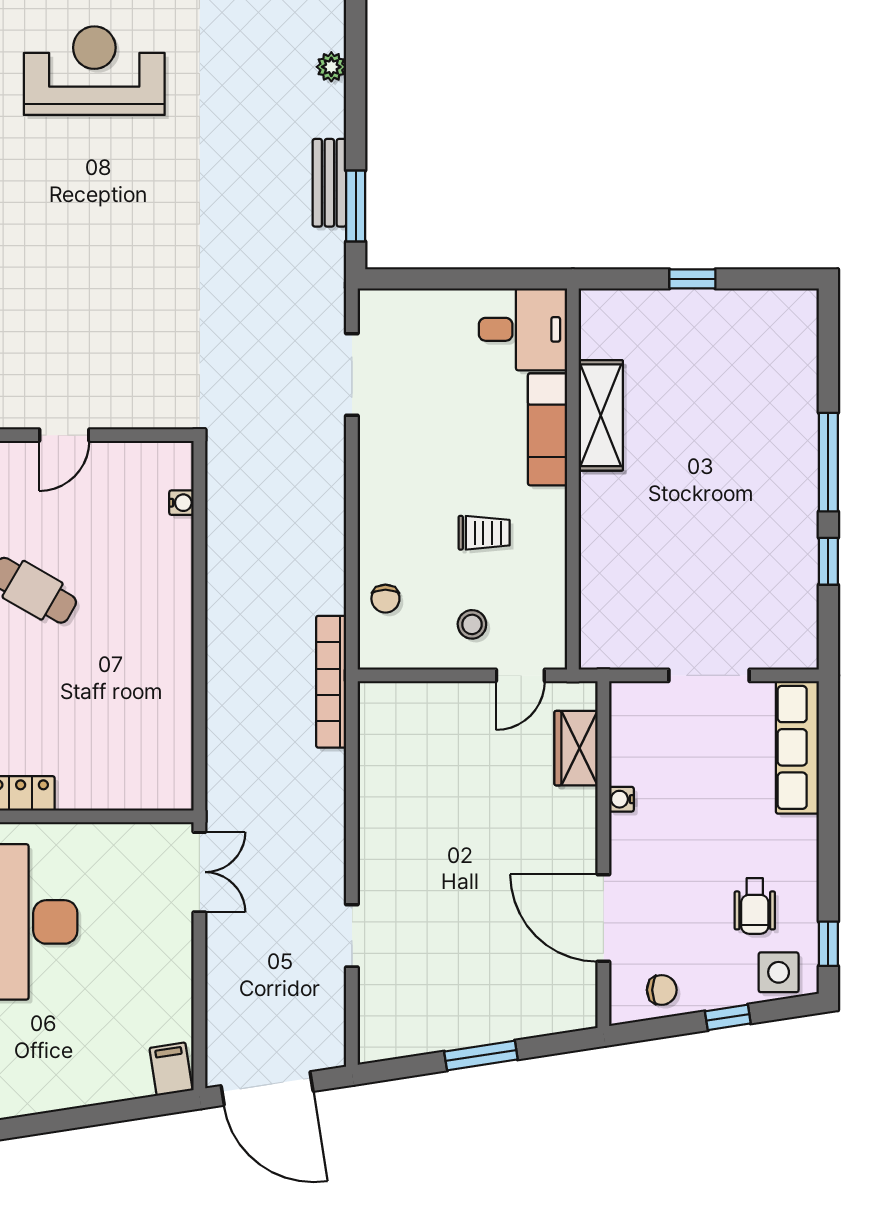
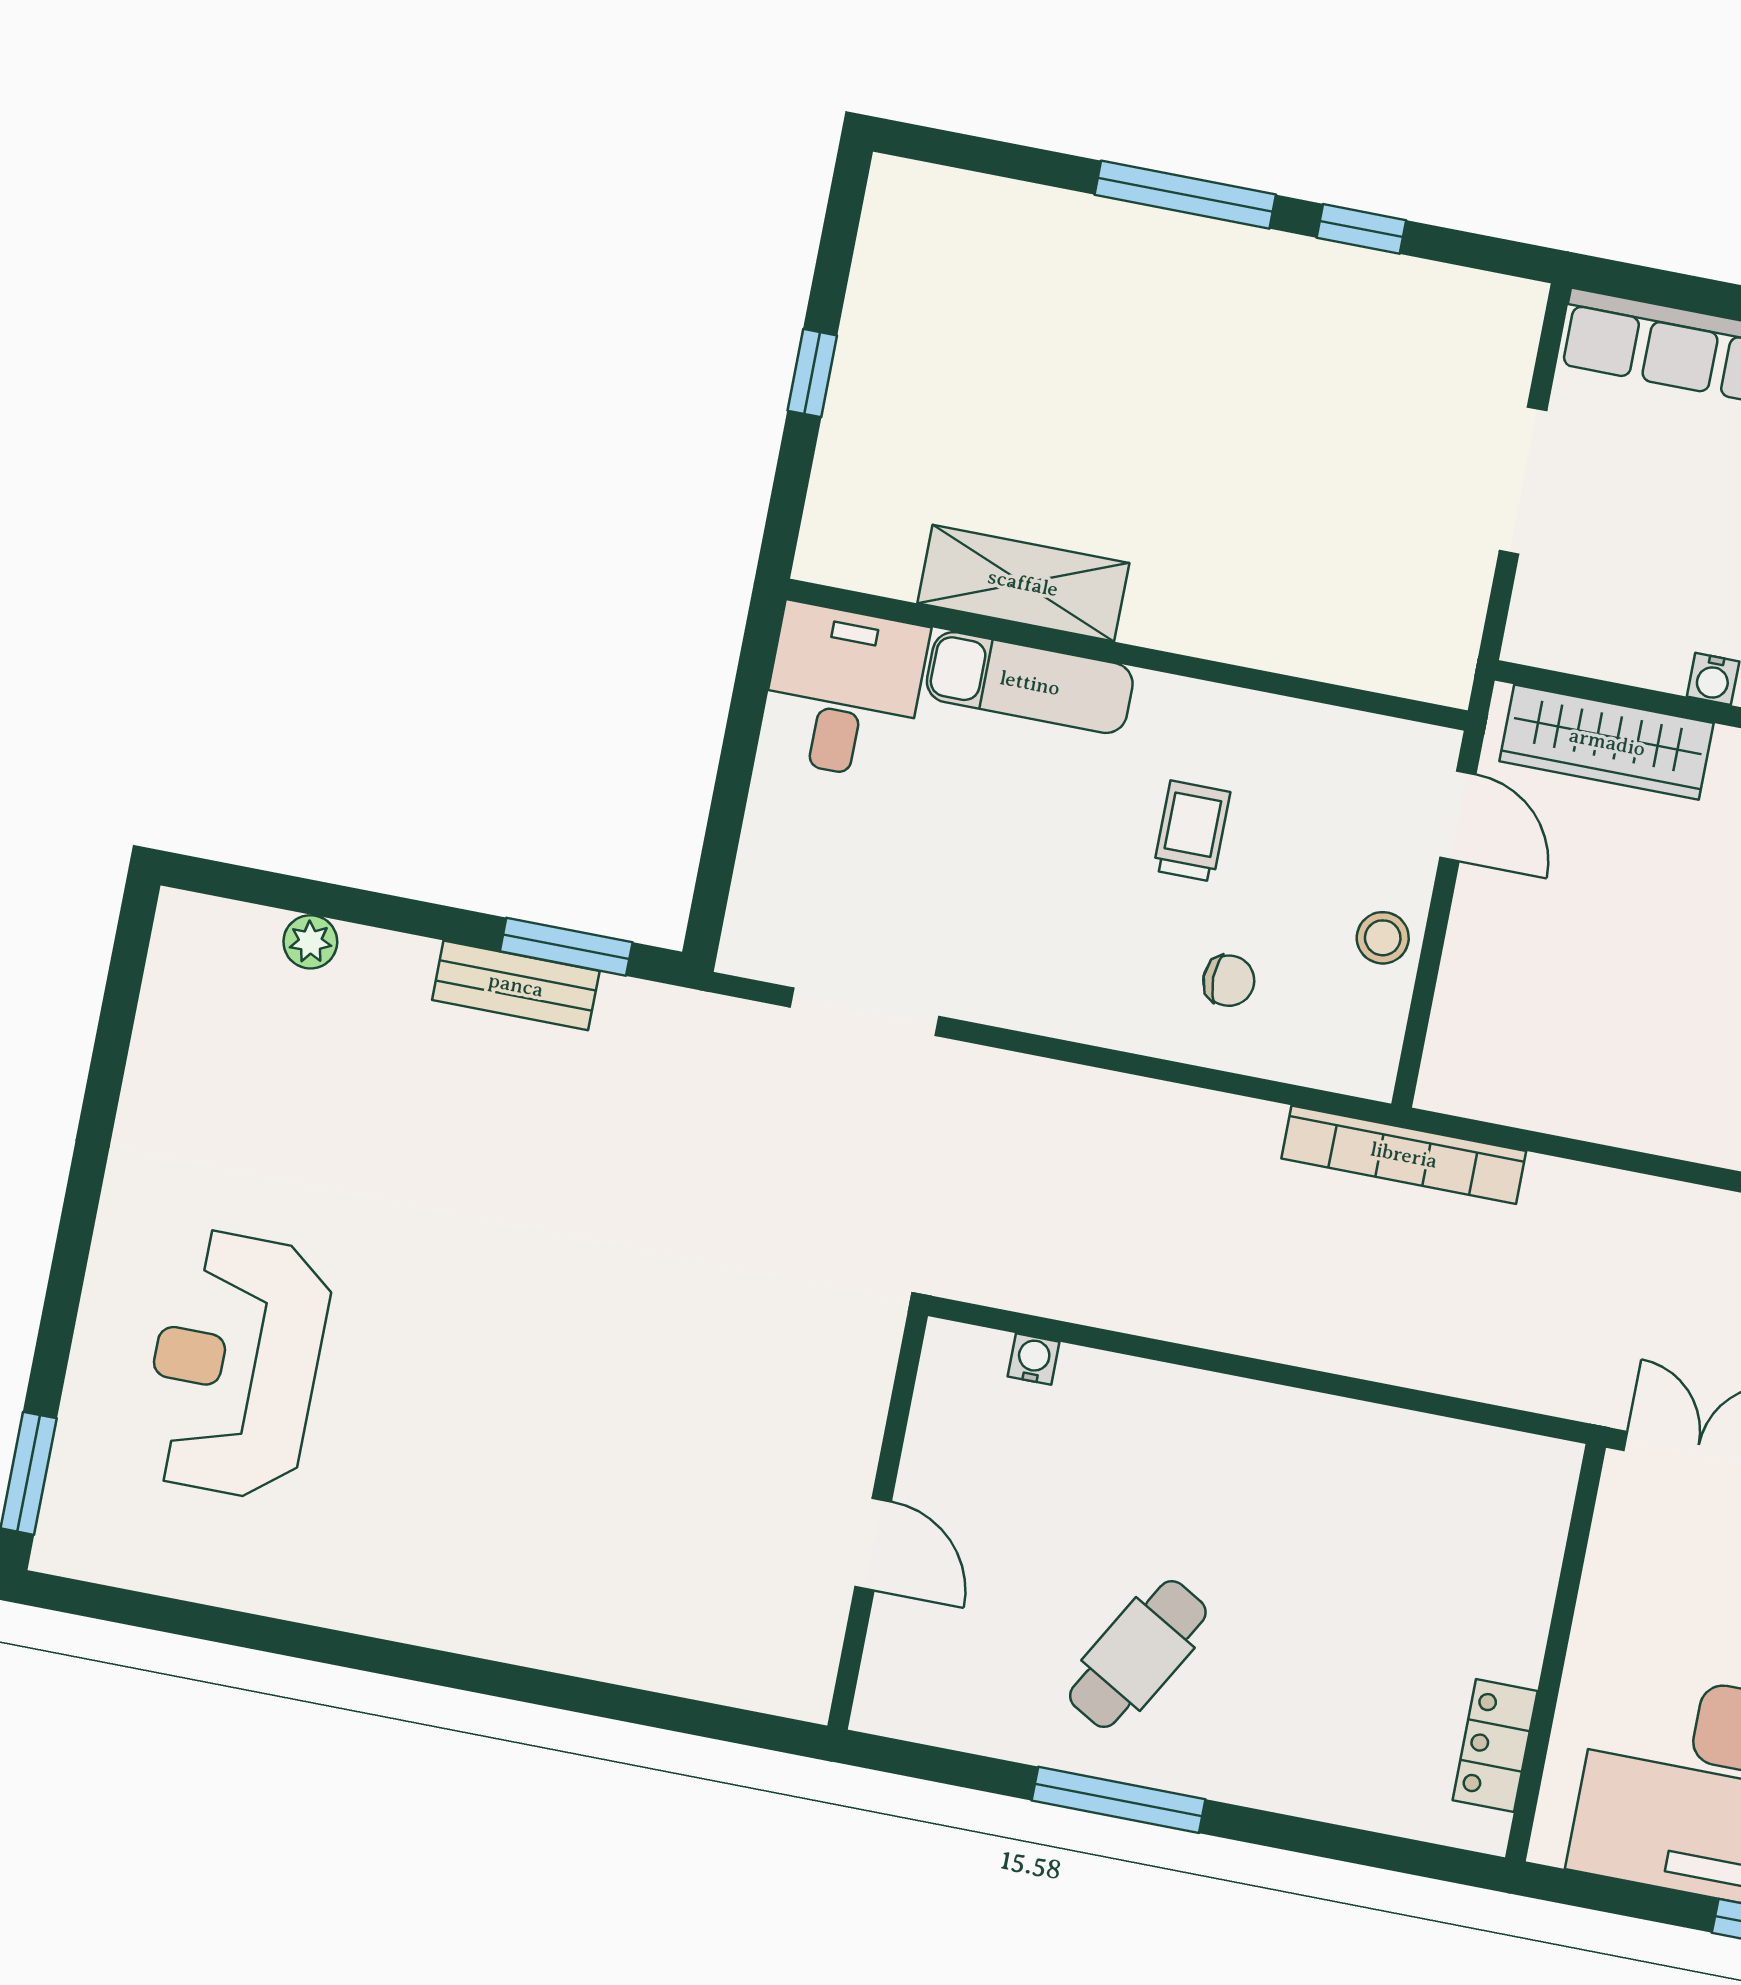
chair: (385, 599) -> (1229, 981), moved
stool: (472, 624) -> (1383, 938), moved
wardrobe: (576, 748) -> (1607, 742), width x1.50

